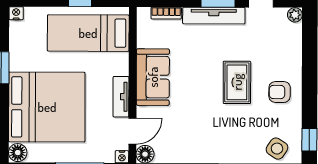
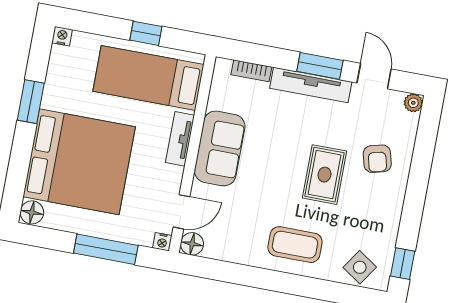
armchair: (280, 92) -> (377, 159), moved, turned -104
tv unit: (121, 97) -> (180, 139), moved
coffee table: (224, 140) -> (295, 245), added

